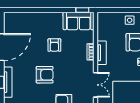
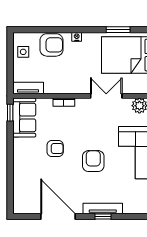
tv unit: (102, 53) -> (28, 88), moved

